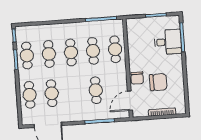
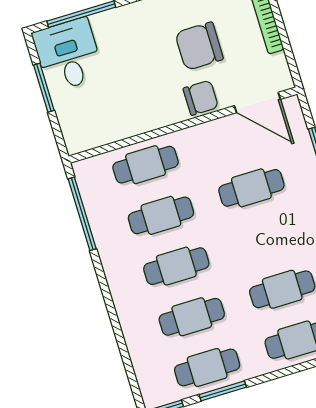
desk: (168, 42) -> (68, 55), moved
chair: (158, 82) -> (199, 46), turned -90

